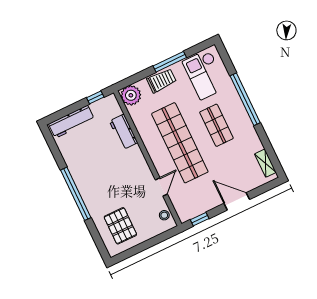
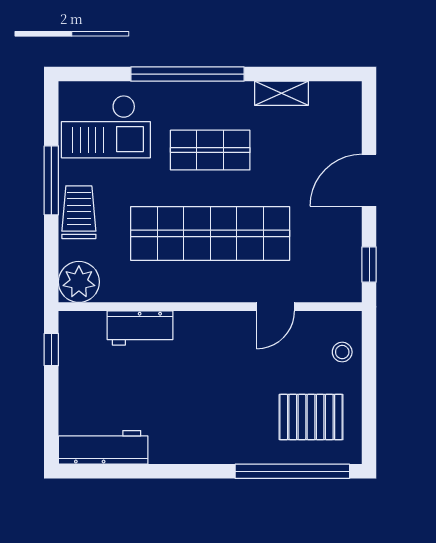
workbench: (71, 122) -> (103, 447), moved, turned -90
shelving: (265, 163) -> (281, 93), moved
door: (161, 187) -> (276, 307), swing flipped
window: (76, 194) -> (292, 471), moved
stool: (164, 215) -> (342, 352), moved

